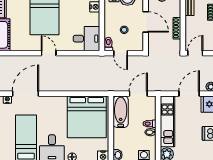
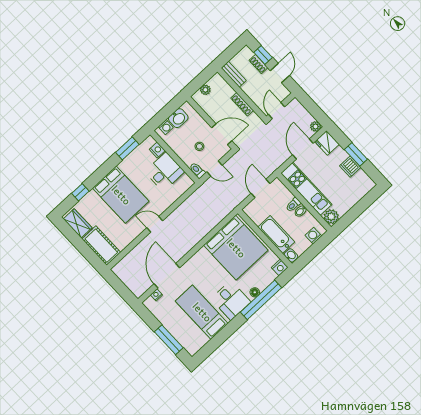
door: (146, 22) -> (222, 134), moved
desk: (86, 39) -> (165, 172), moved
bathtub: (121, 112) -> (276, 234), moved

